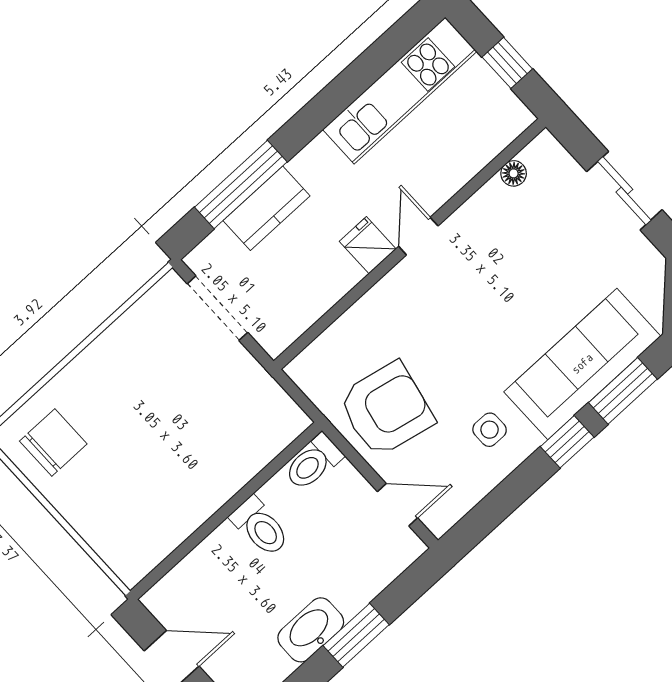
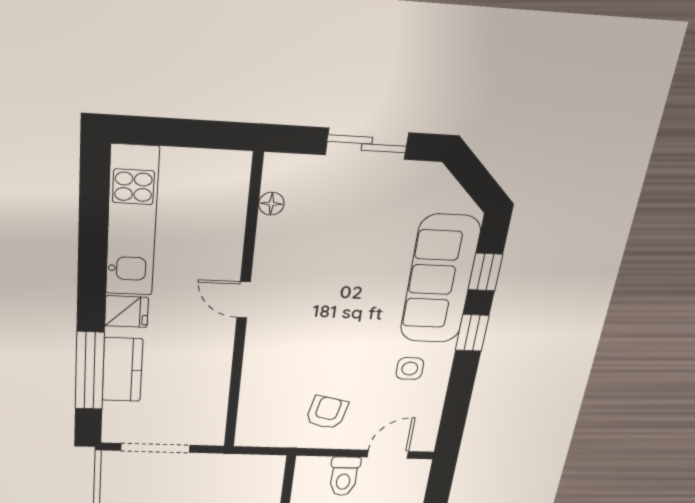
window: (507, 63) -> (190, 133), removed
fridge: (368, 245) -> (126, 312), moved, turned 180
window: (623, 391) -> (485, 272), width x0.67
armchair: (386, 409) -> (327, 412), width x0.53, depth x0.53
toilet: (313, 463) -> (344, 476), moved

